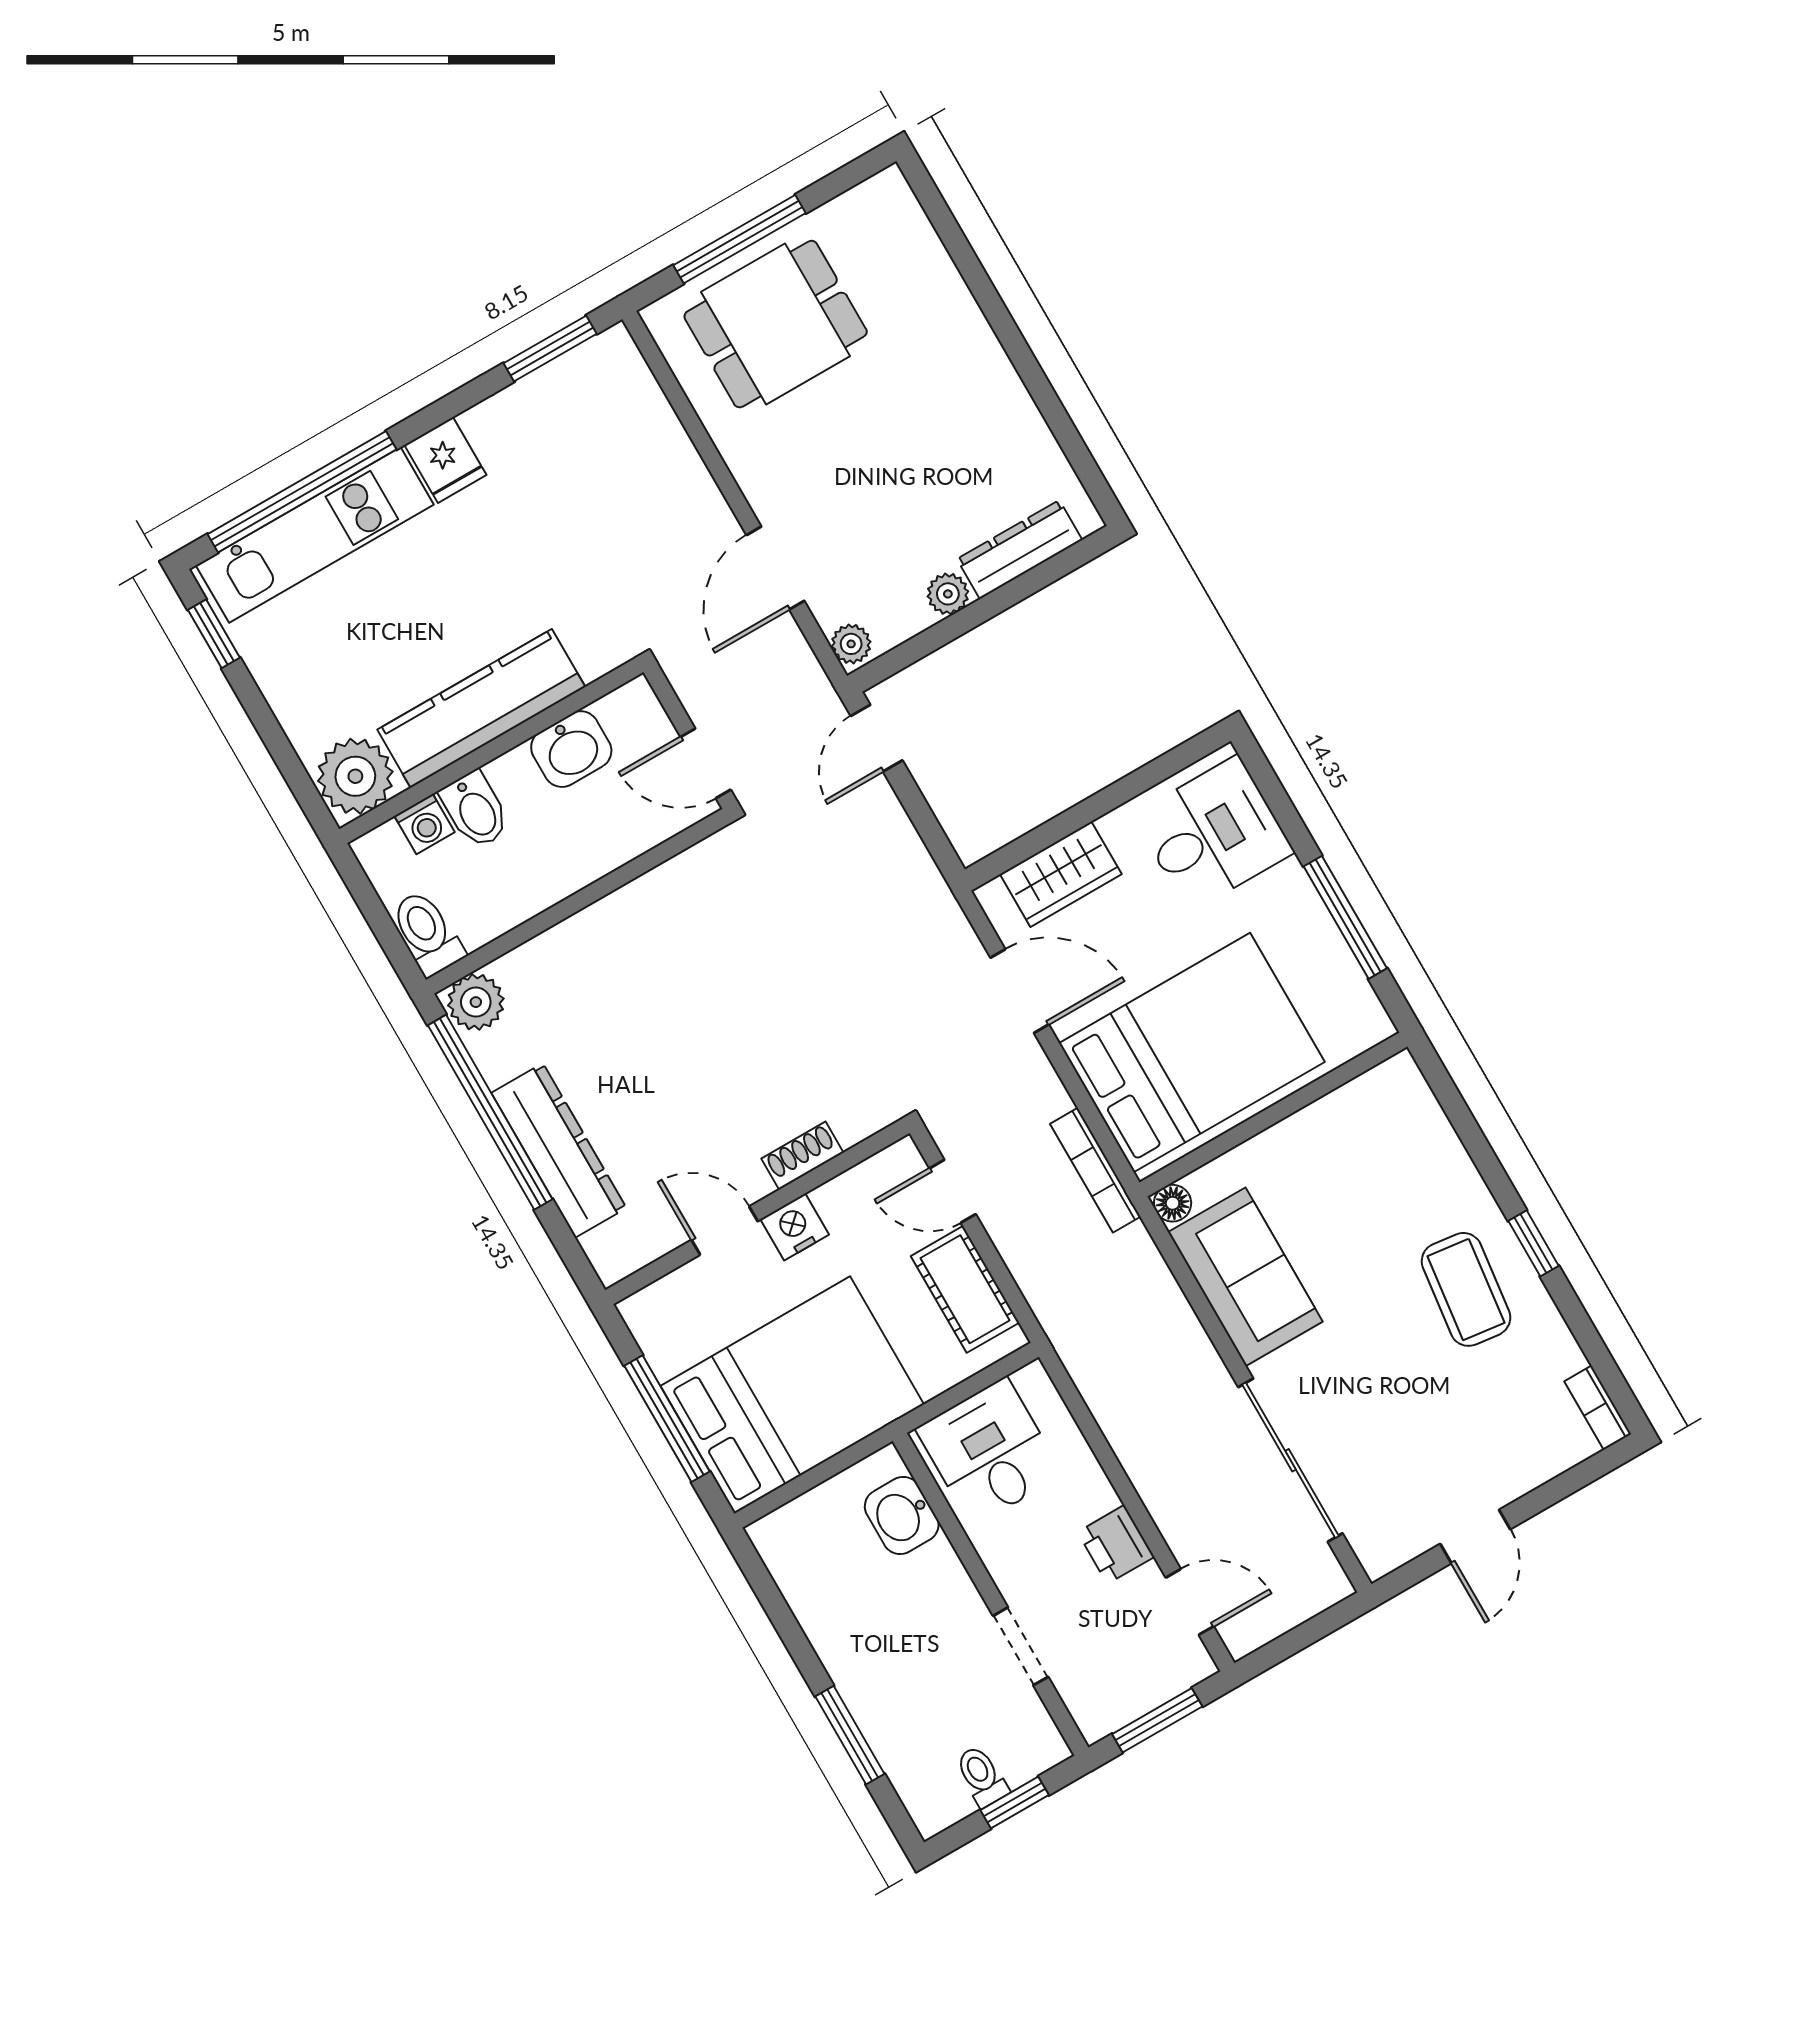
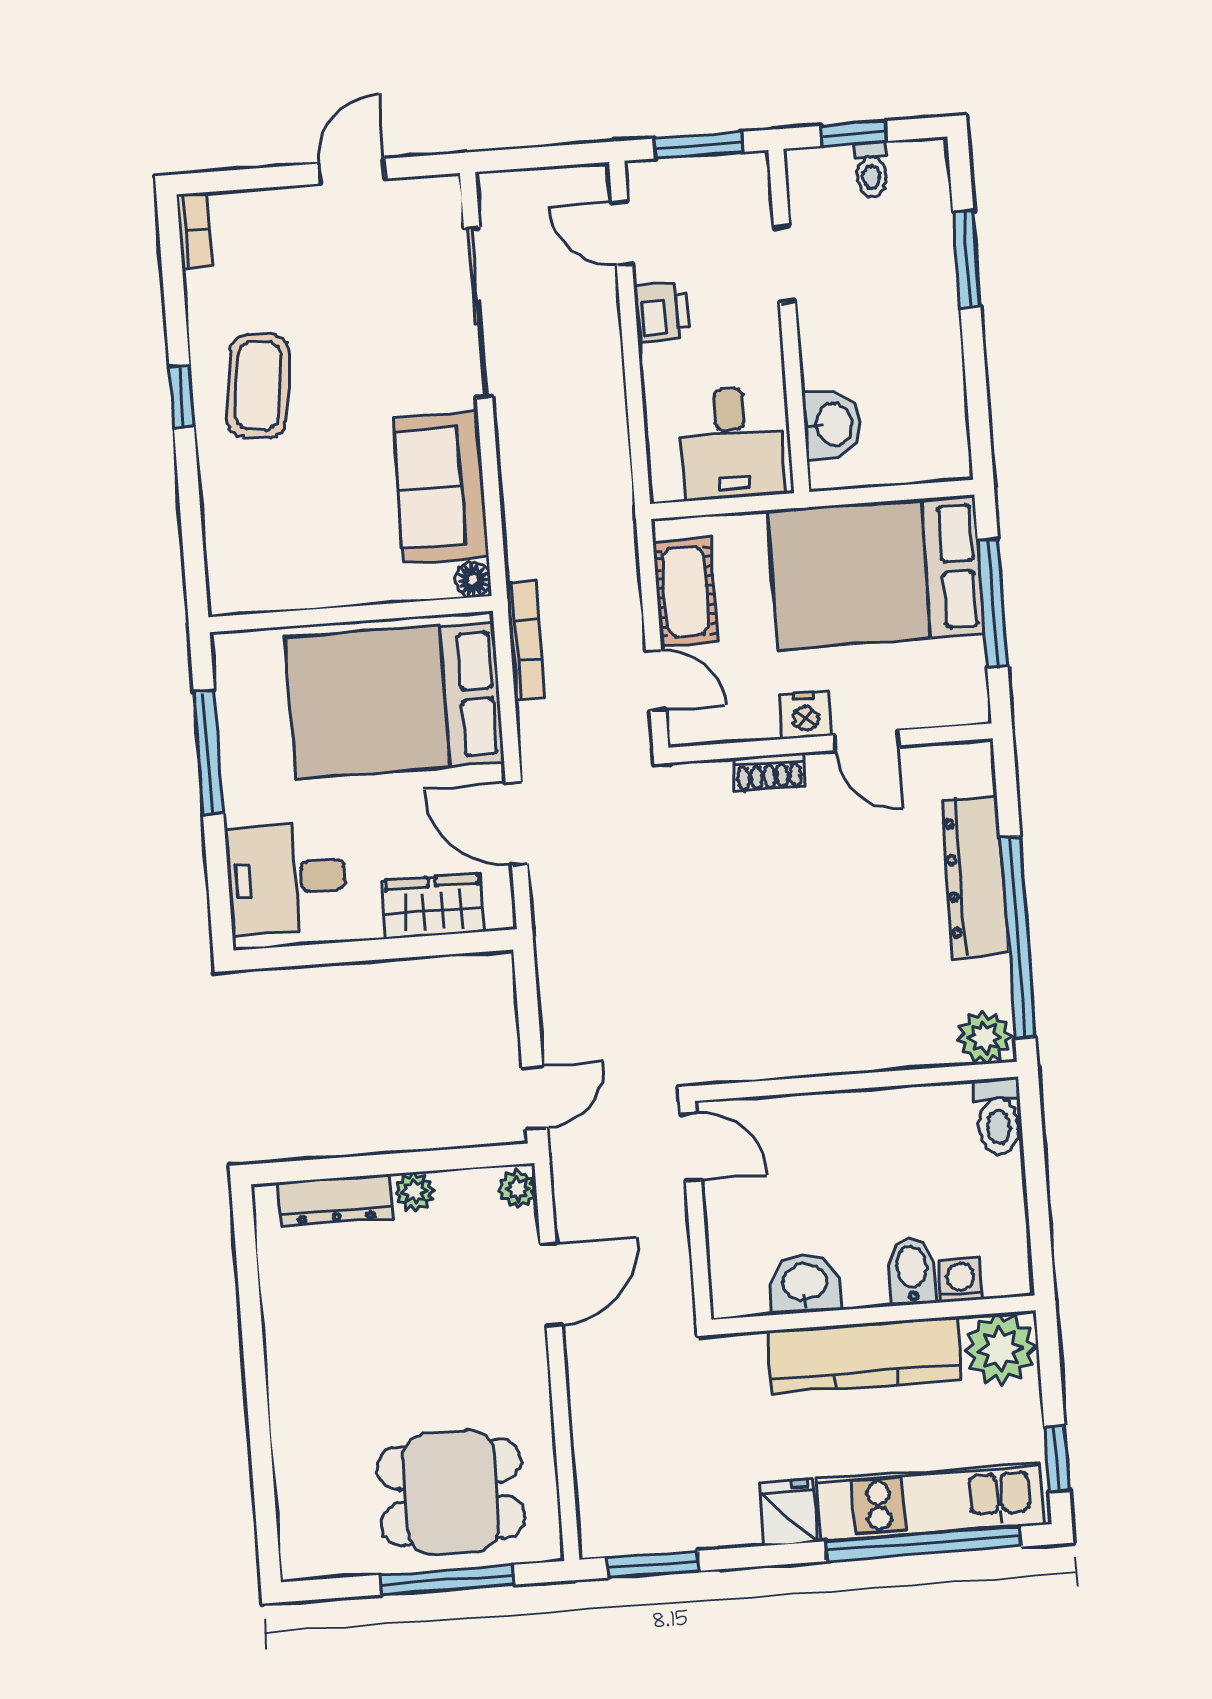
kitchen counter: (481, 708) -> (865, 1355), moved
washbasin: (571, 749) -> (805, 1284), moved
wall: (491, 751) -> (874, 1315), moved
plant: (355, 776) -> (1000, 1349), moved
bidet: (475, 810) -> (912, 1271), moved
washing machine: (425, 824) -> (961, 1280), moved

